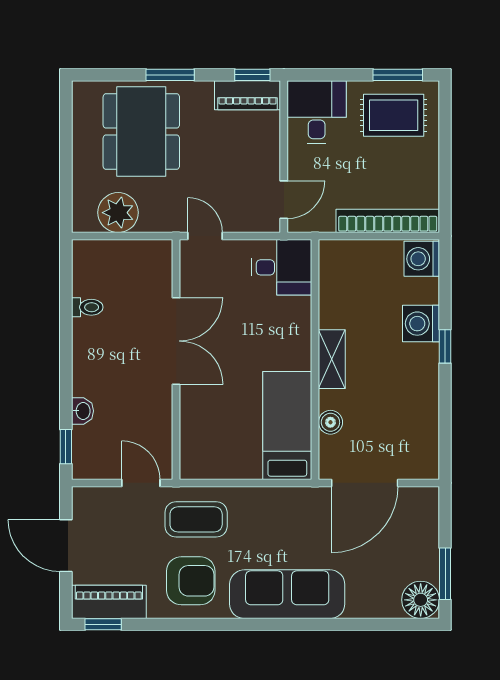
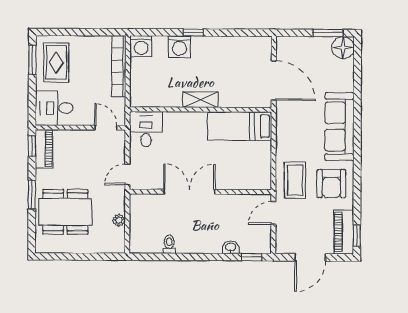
plant: (118, 213) -> (119, 220), width x0.53, depth x0.53
boiler: (330, 422) -> (238, 101), removed
armchair: (191, 581) -> (331, 184), turned 180

